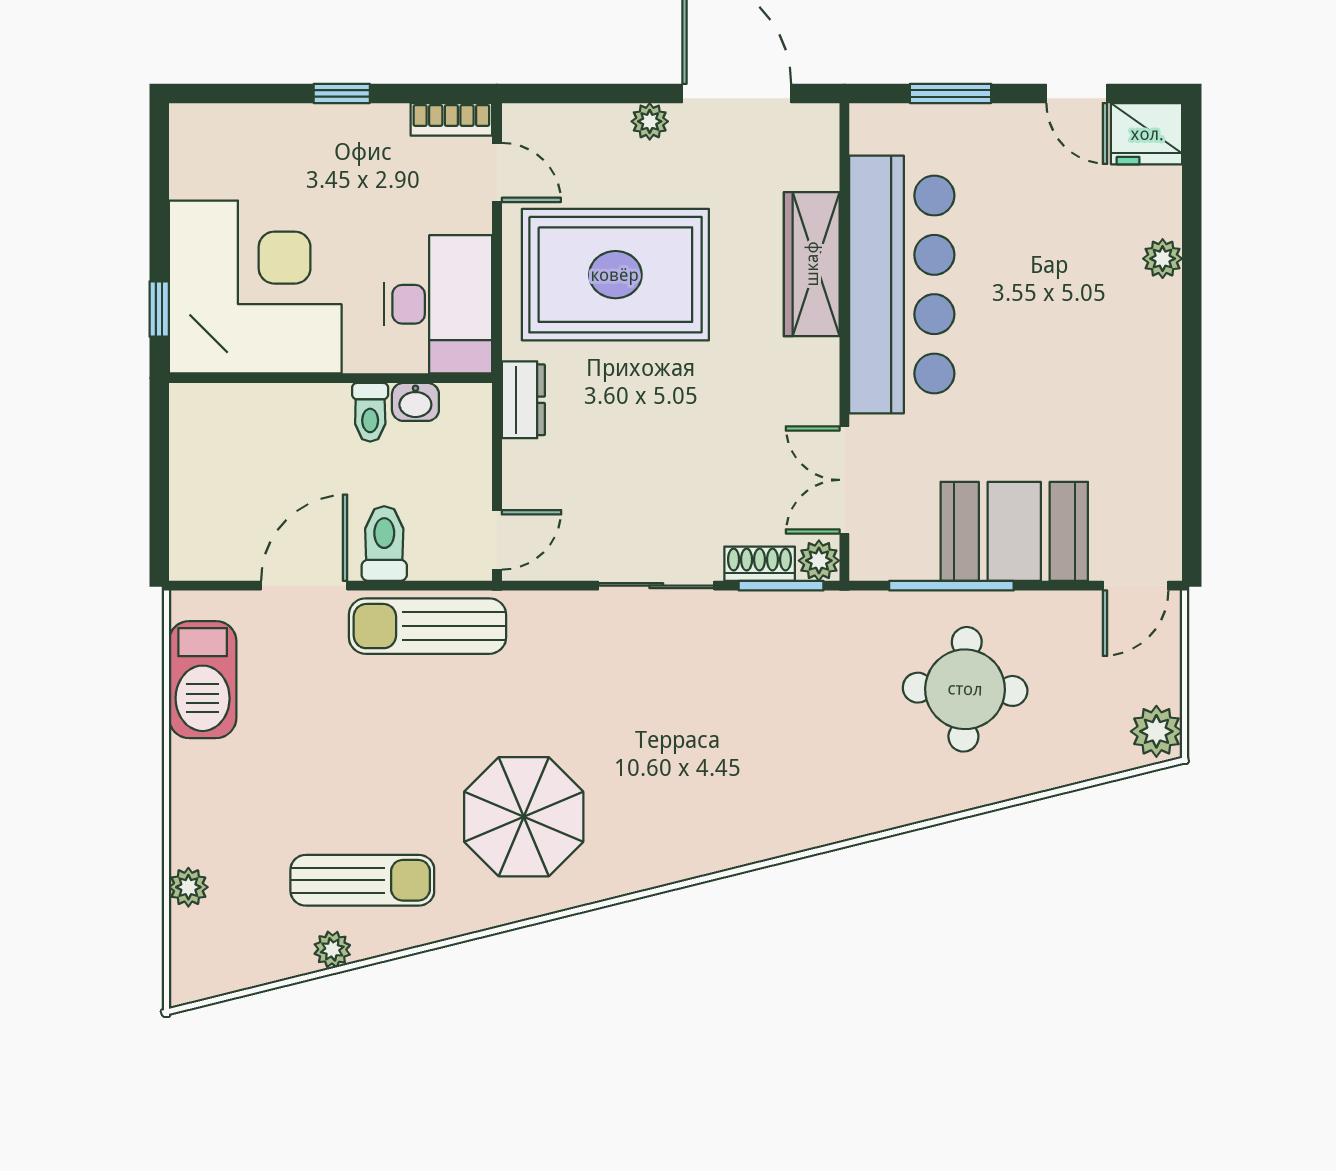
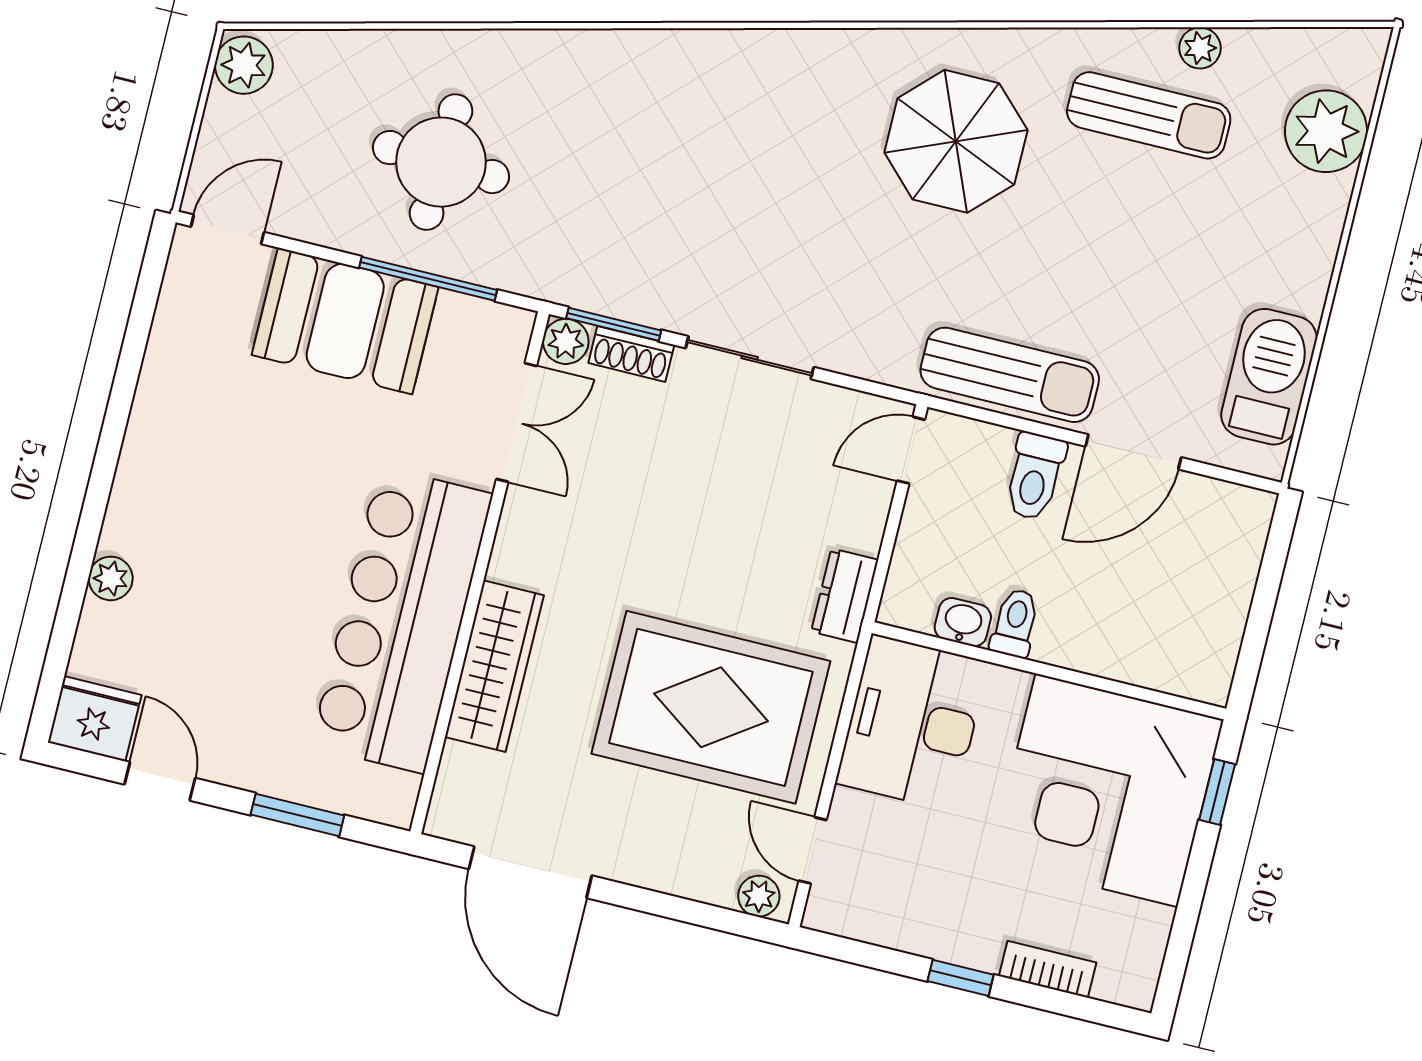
bookcase: (451, 119) -> (1048, 969), moved
plant: (650, 121) -> (759, 896), moved
sun lounger: (362, 880) -> (1149, 115), turned 180
plant: (188, 887) -> (1326, 131), width x1.87, depth x1.87

